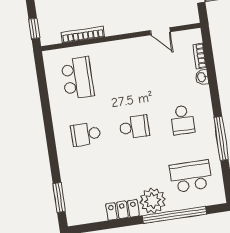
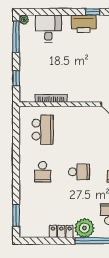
window: (34, 28) -> (16, 78), moved
school desk: (86, 134) -> (43, 172), turned -90

